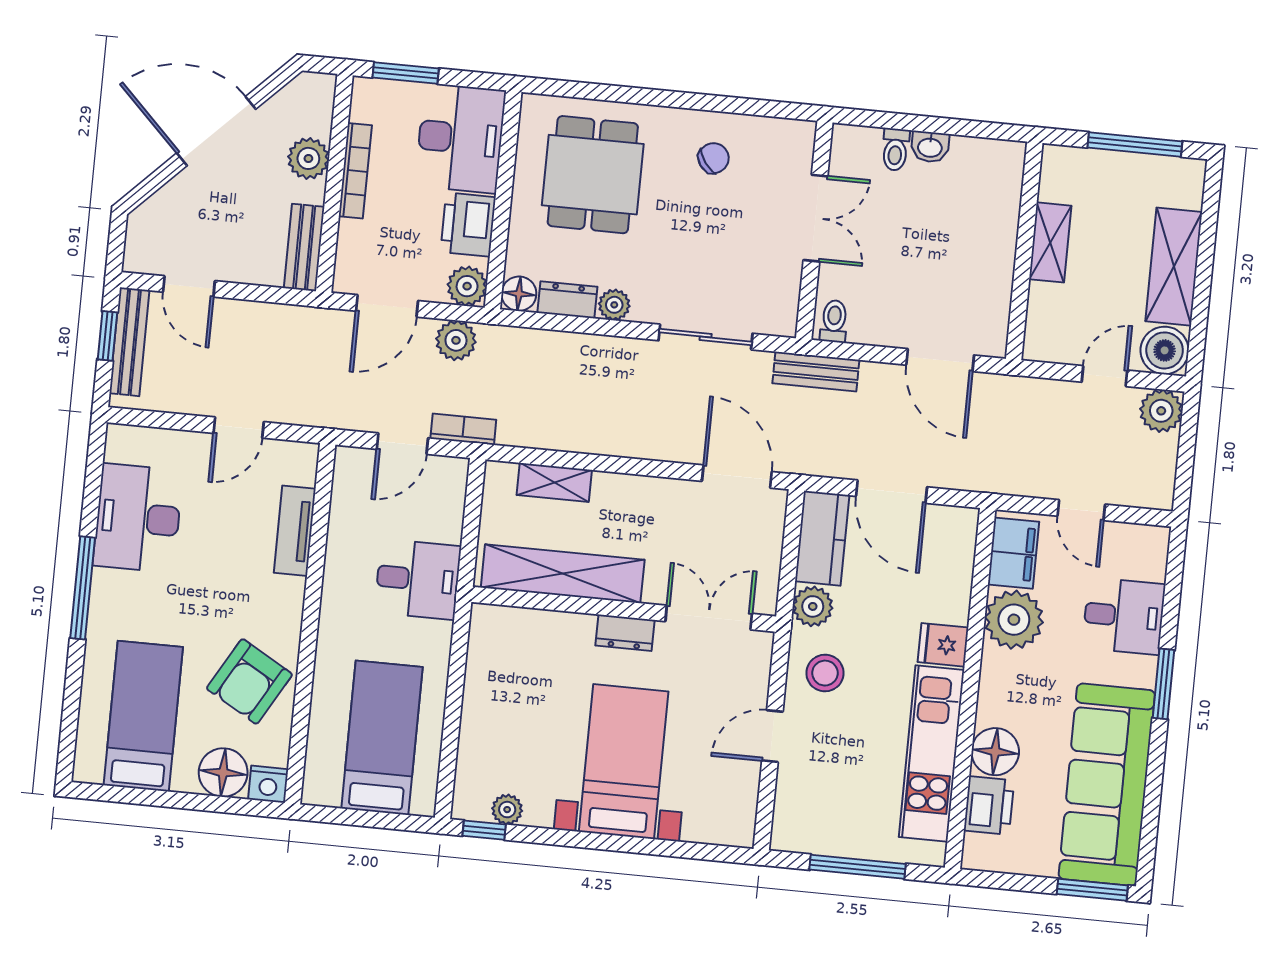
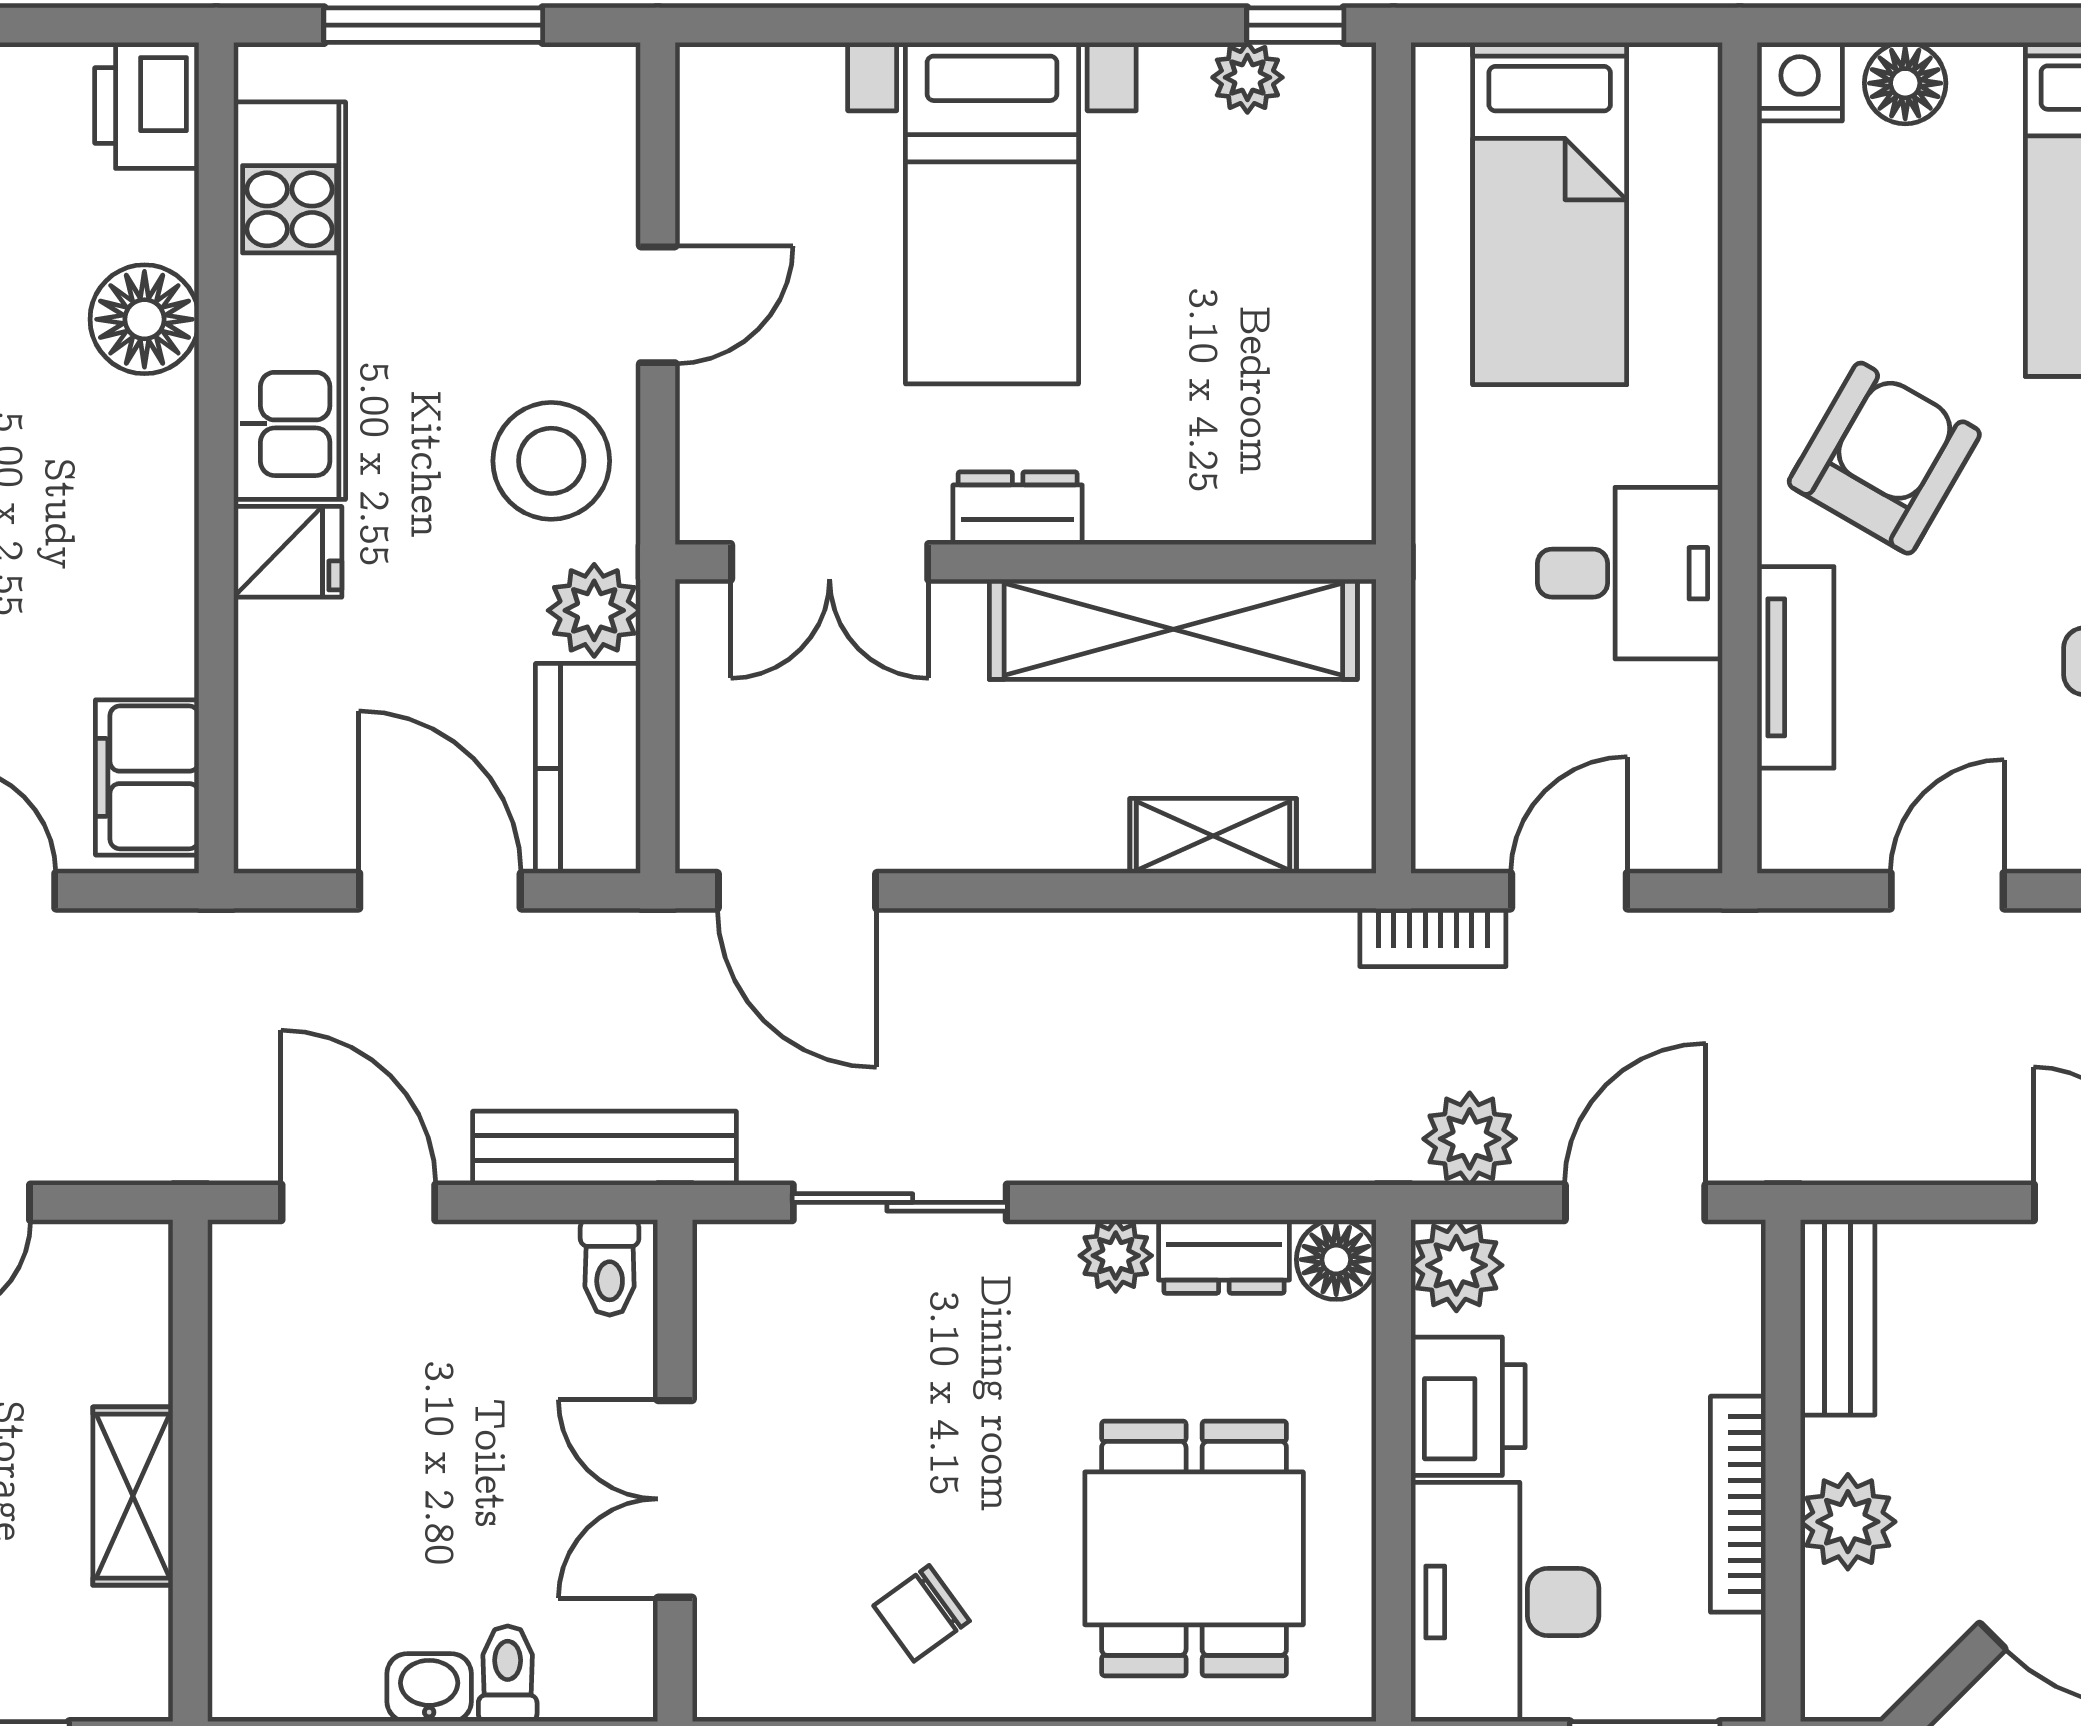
bench: (816, 372) -> (605, 1148), width x1.36
desk: (418, 579) -> (1630, 573), moved, turned 180
plant: (1014, 620) -> (131, 625), removed
stool: (825, 673) -> (551, 461), width x1.38, depth x1.38
armchair: (249, 681) -> (1884, 458), moved
floor lamp: (223, 773) -> (1905, 83), width x0.73, depth x0.73
printer: (989, 805) -> (147, 105), moved

